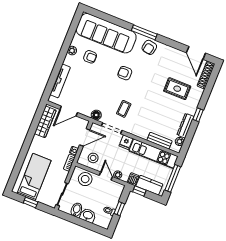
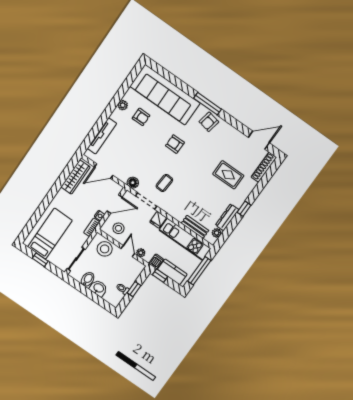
door: (196, 53) -> (259, 140), swing flipped

